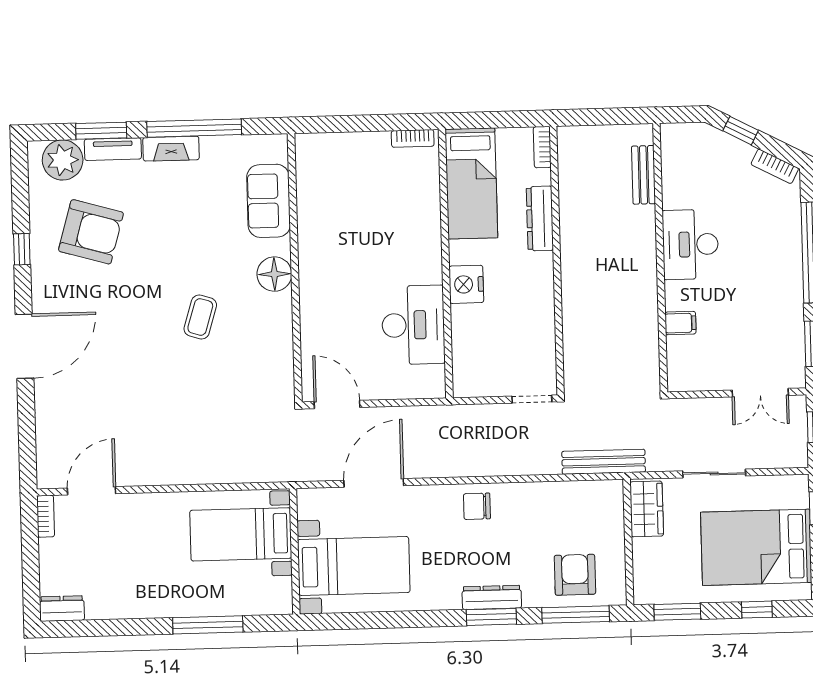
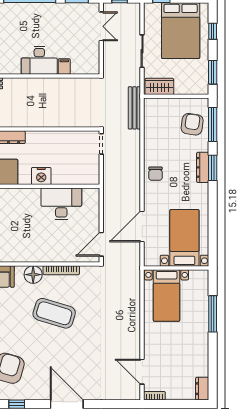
desk: (690, 244) -> (39, 60), moved
coffee table: (200, 317) -> (54, 313), width x1.86, depth x1.72
bookcase: (284, 328) -> (61, 270), added
door: (374, 483) -> (142, 226), hinge flipped
armchair: (575, 575) -> (192, 124), turned 98

